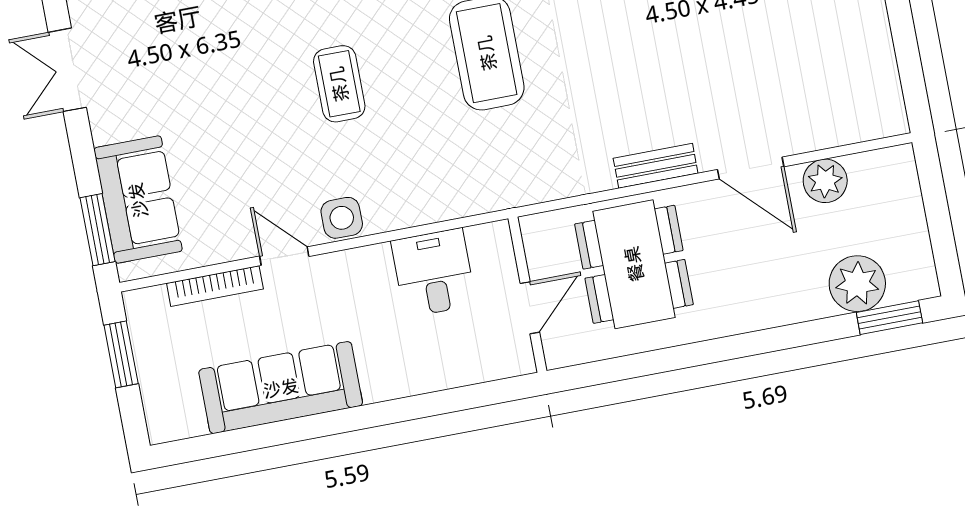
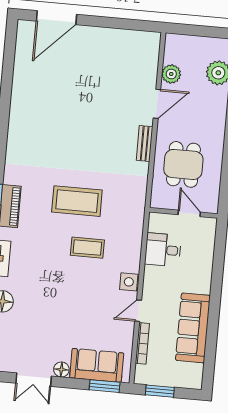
coffee table: (339, 84) -> (87, 248), moved
floor lamp: (107, 124) -> (61, 369), added
dining table: (634, 264) -> (183, 164), width x0.73

